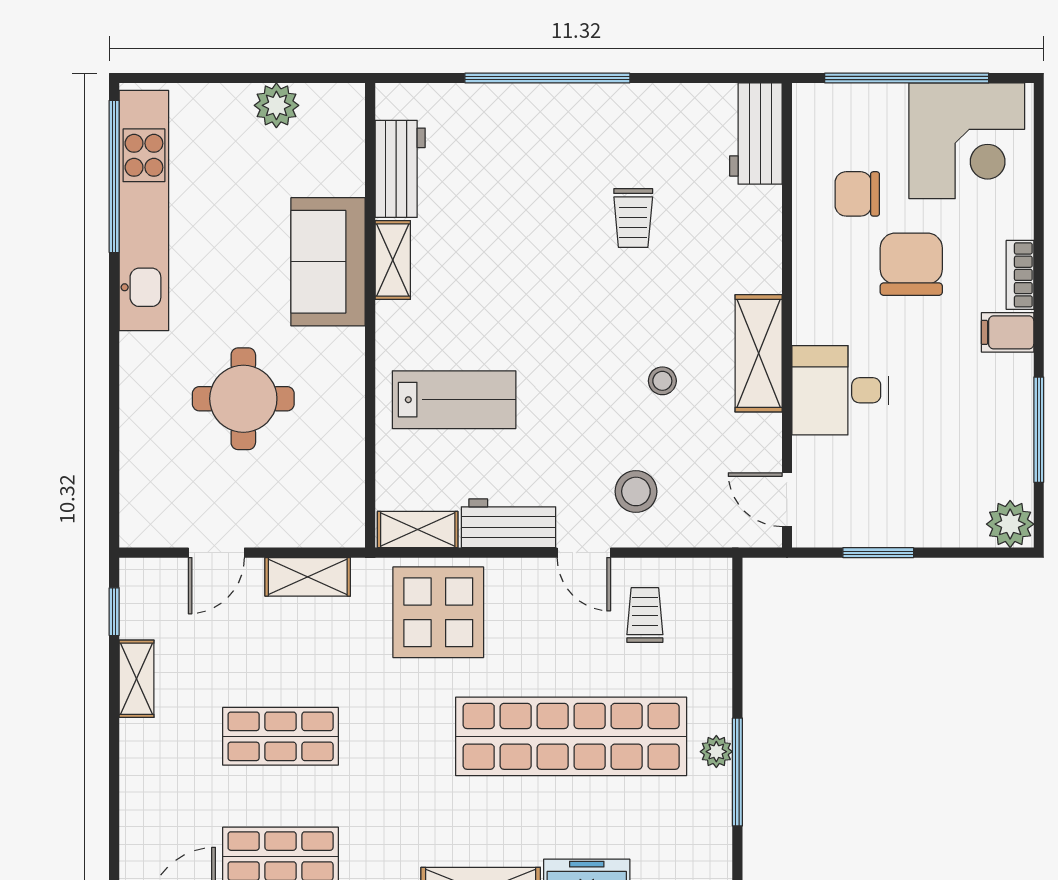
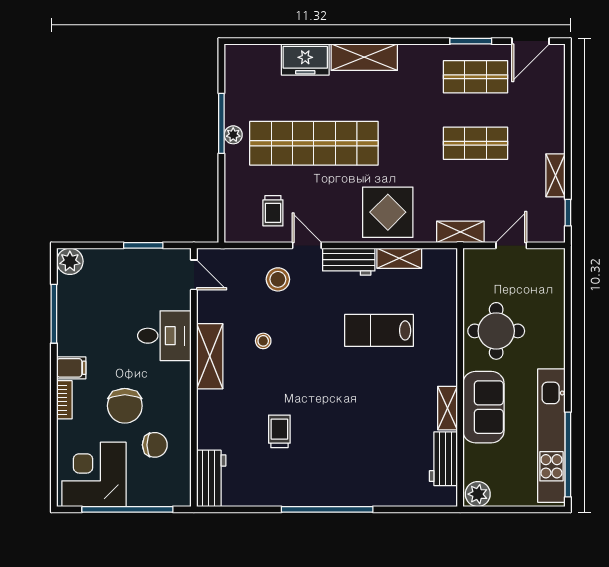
workbench: (400, 169) -> (443, 459), moved
shelving: (393, 260) -> (448, 408), moved
sofa: (328, 262) -> (483, 407), moved
wall: (370, 315) -> (460, 377), moved

